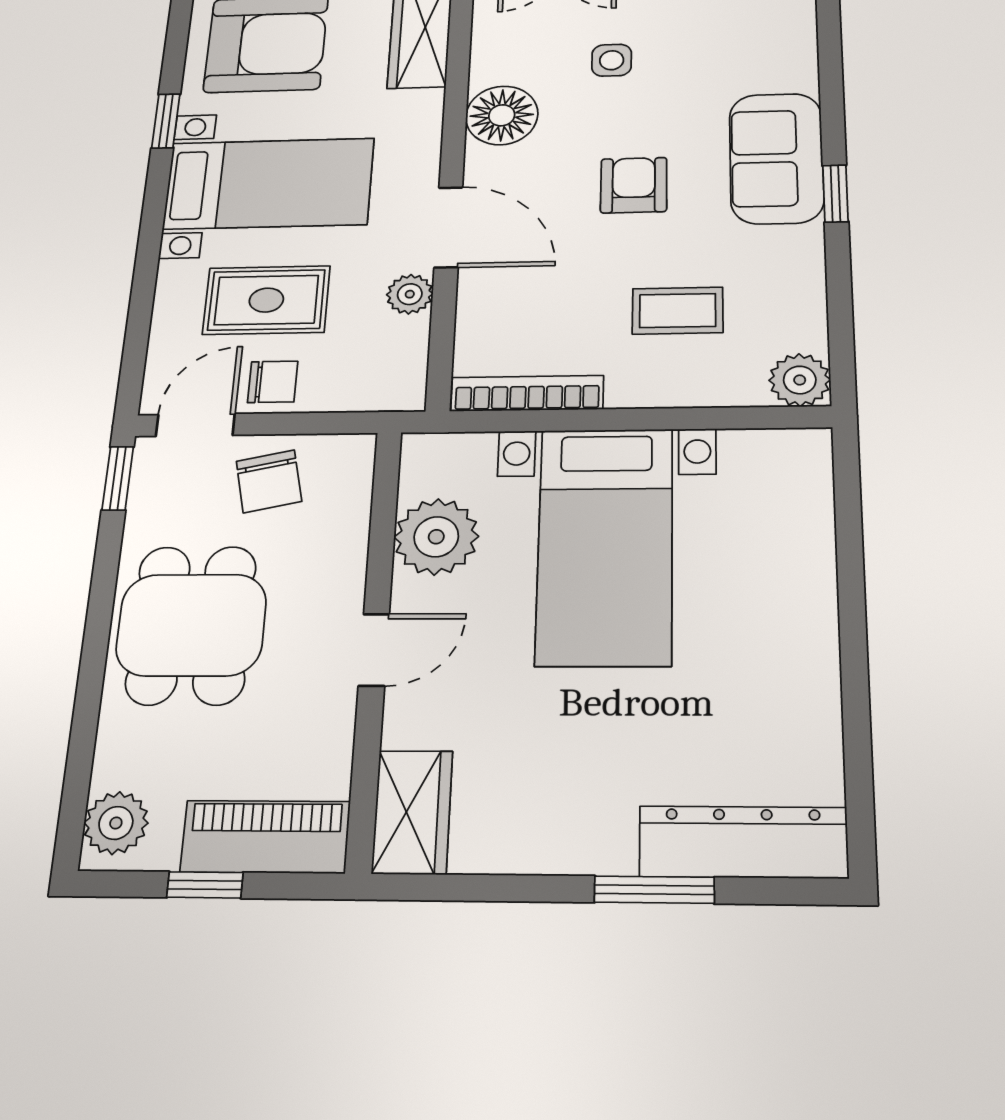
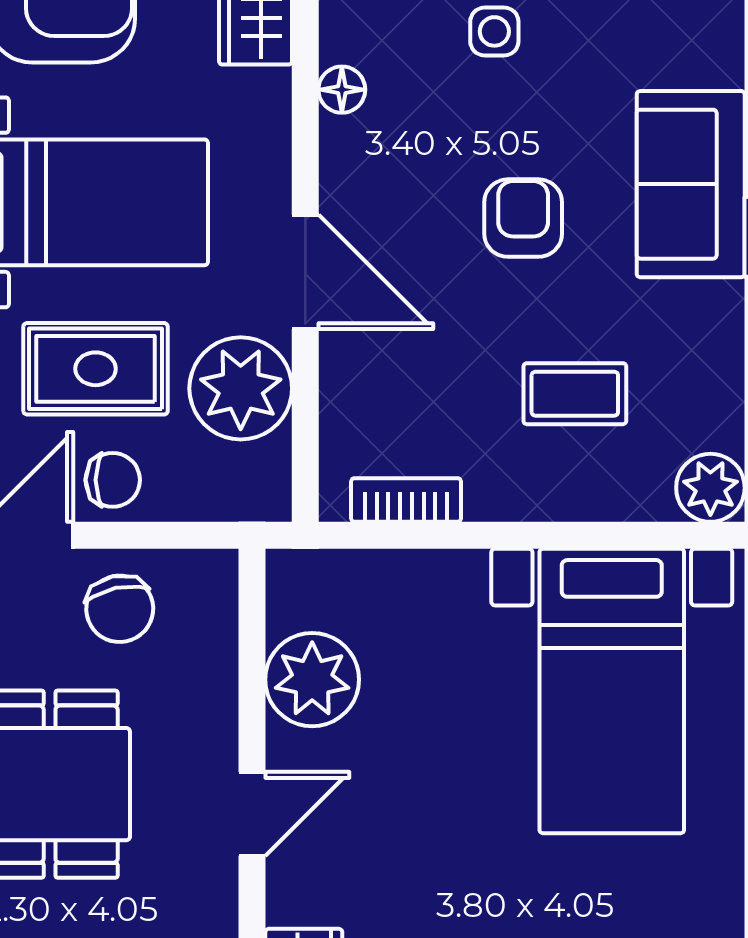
floor lamp: (502, 115) -> (342, 90), width x0.53, depth x0.53
plant: (410, 294) -> (241, 388), width x1.87, depth x1.87
bookcase: (527, 393) -> (406, 500), width x0.64
bed with nightstands: (605, 545) -> (612, 691), moved

